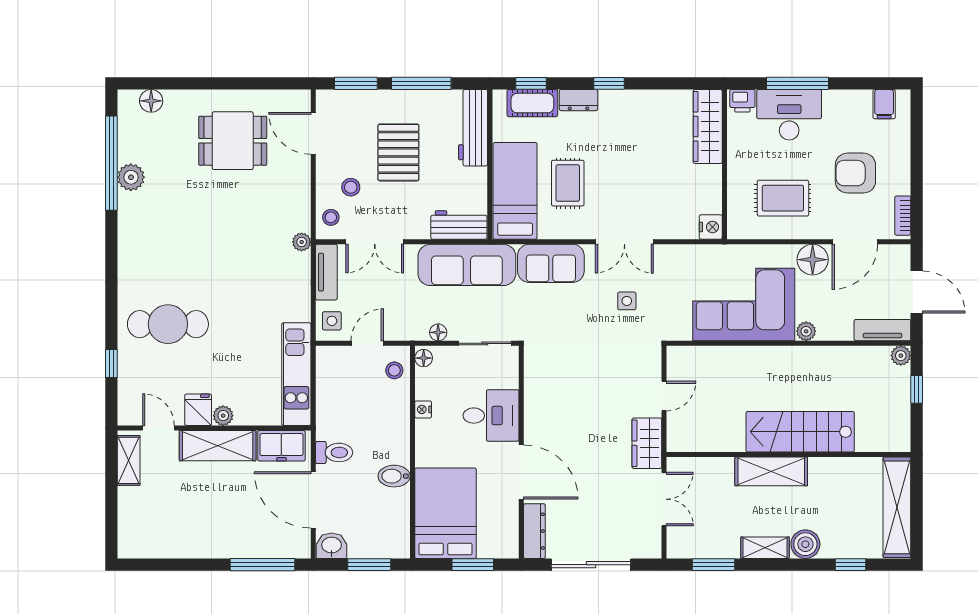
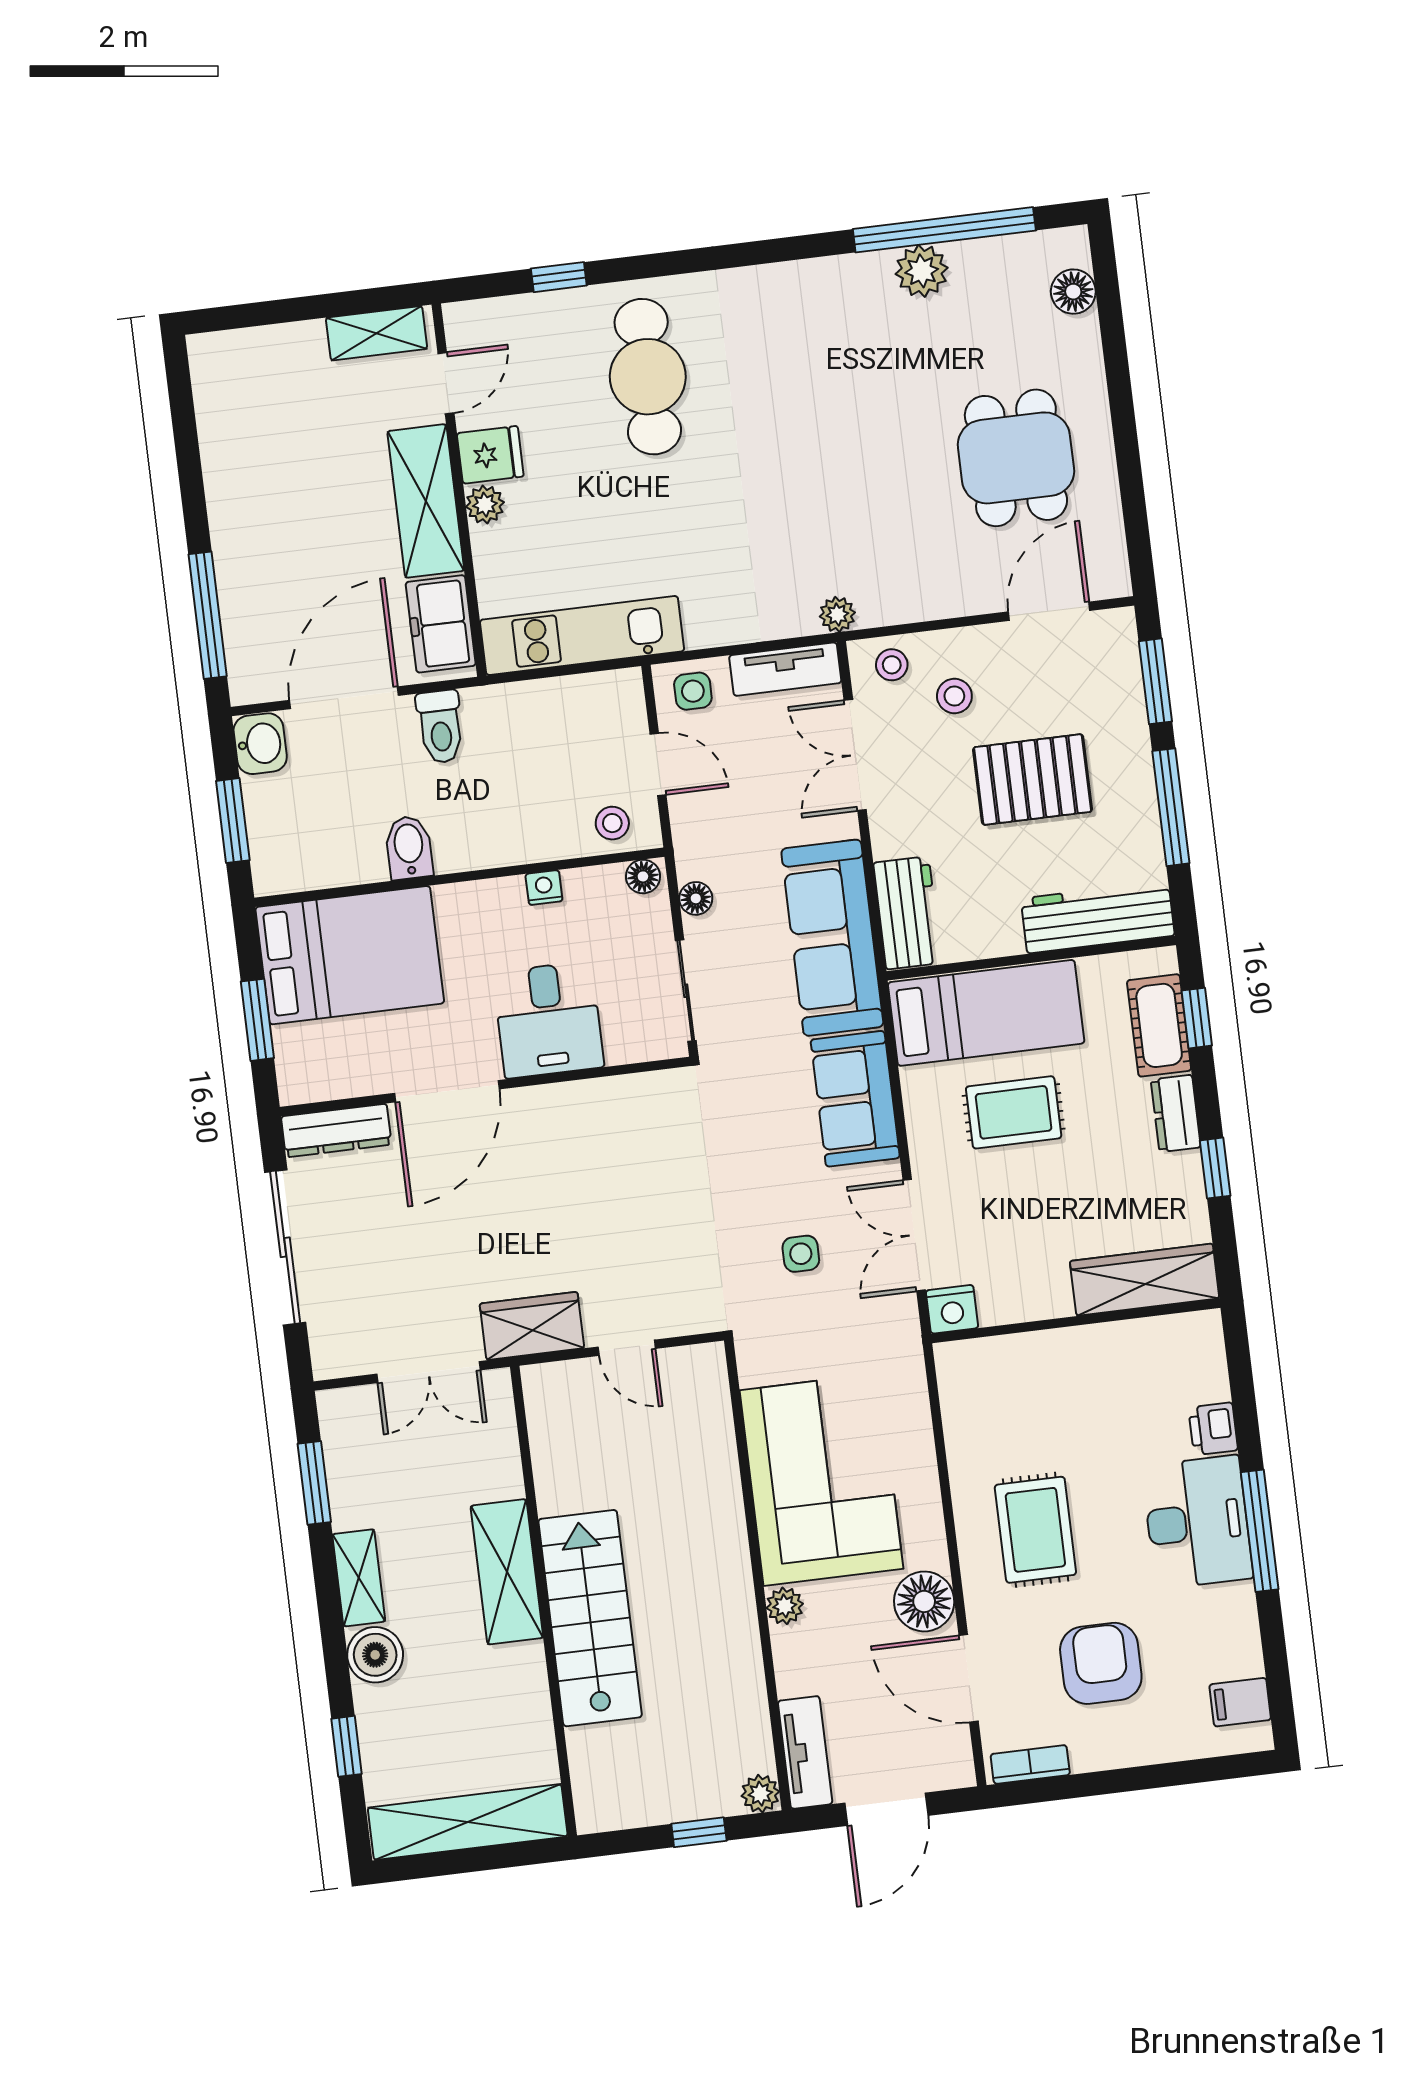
wardrobe: (708, 126) -> (1145, 1280), moved
wall: (724, 164) -> (1076, 1321), moved
nightstand: (711, 227) -> (952, 1309), moved

